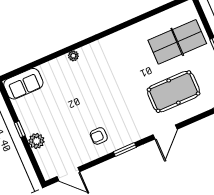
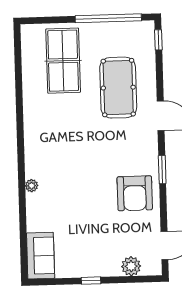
armchair: (99, 136) -> (135, 193), width x1.88, depth x1.88
plant: (36, 141) -> (131, 266), moved

